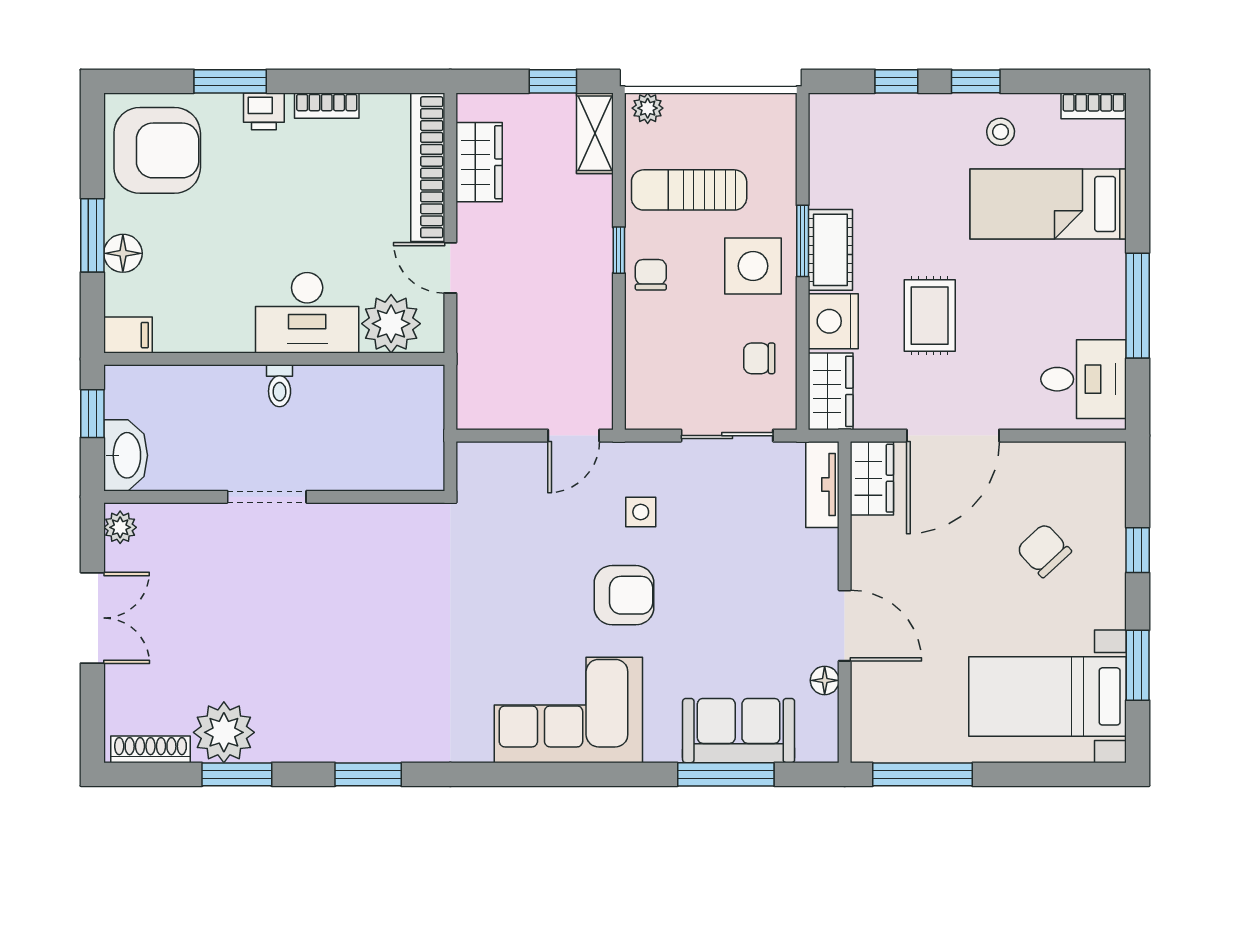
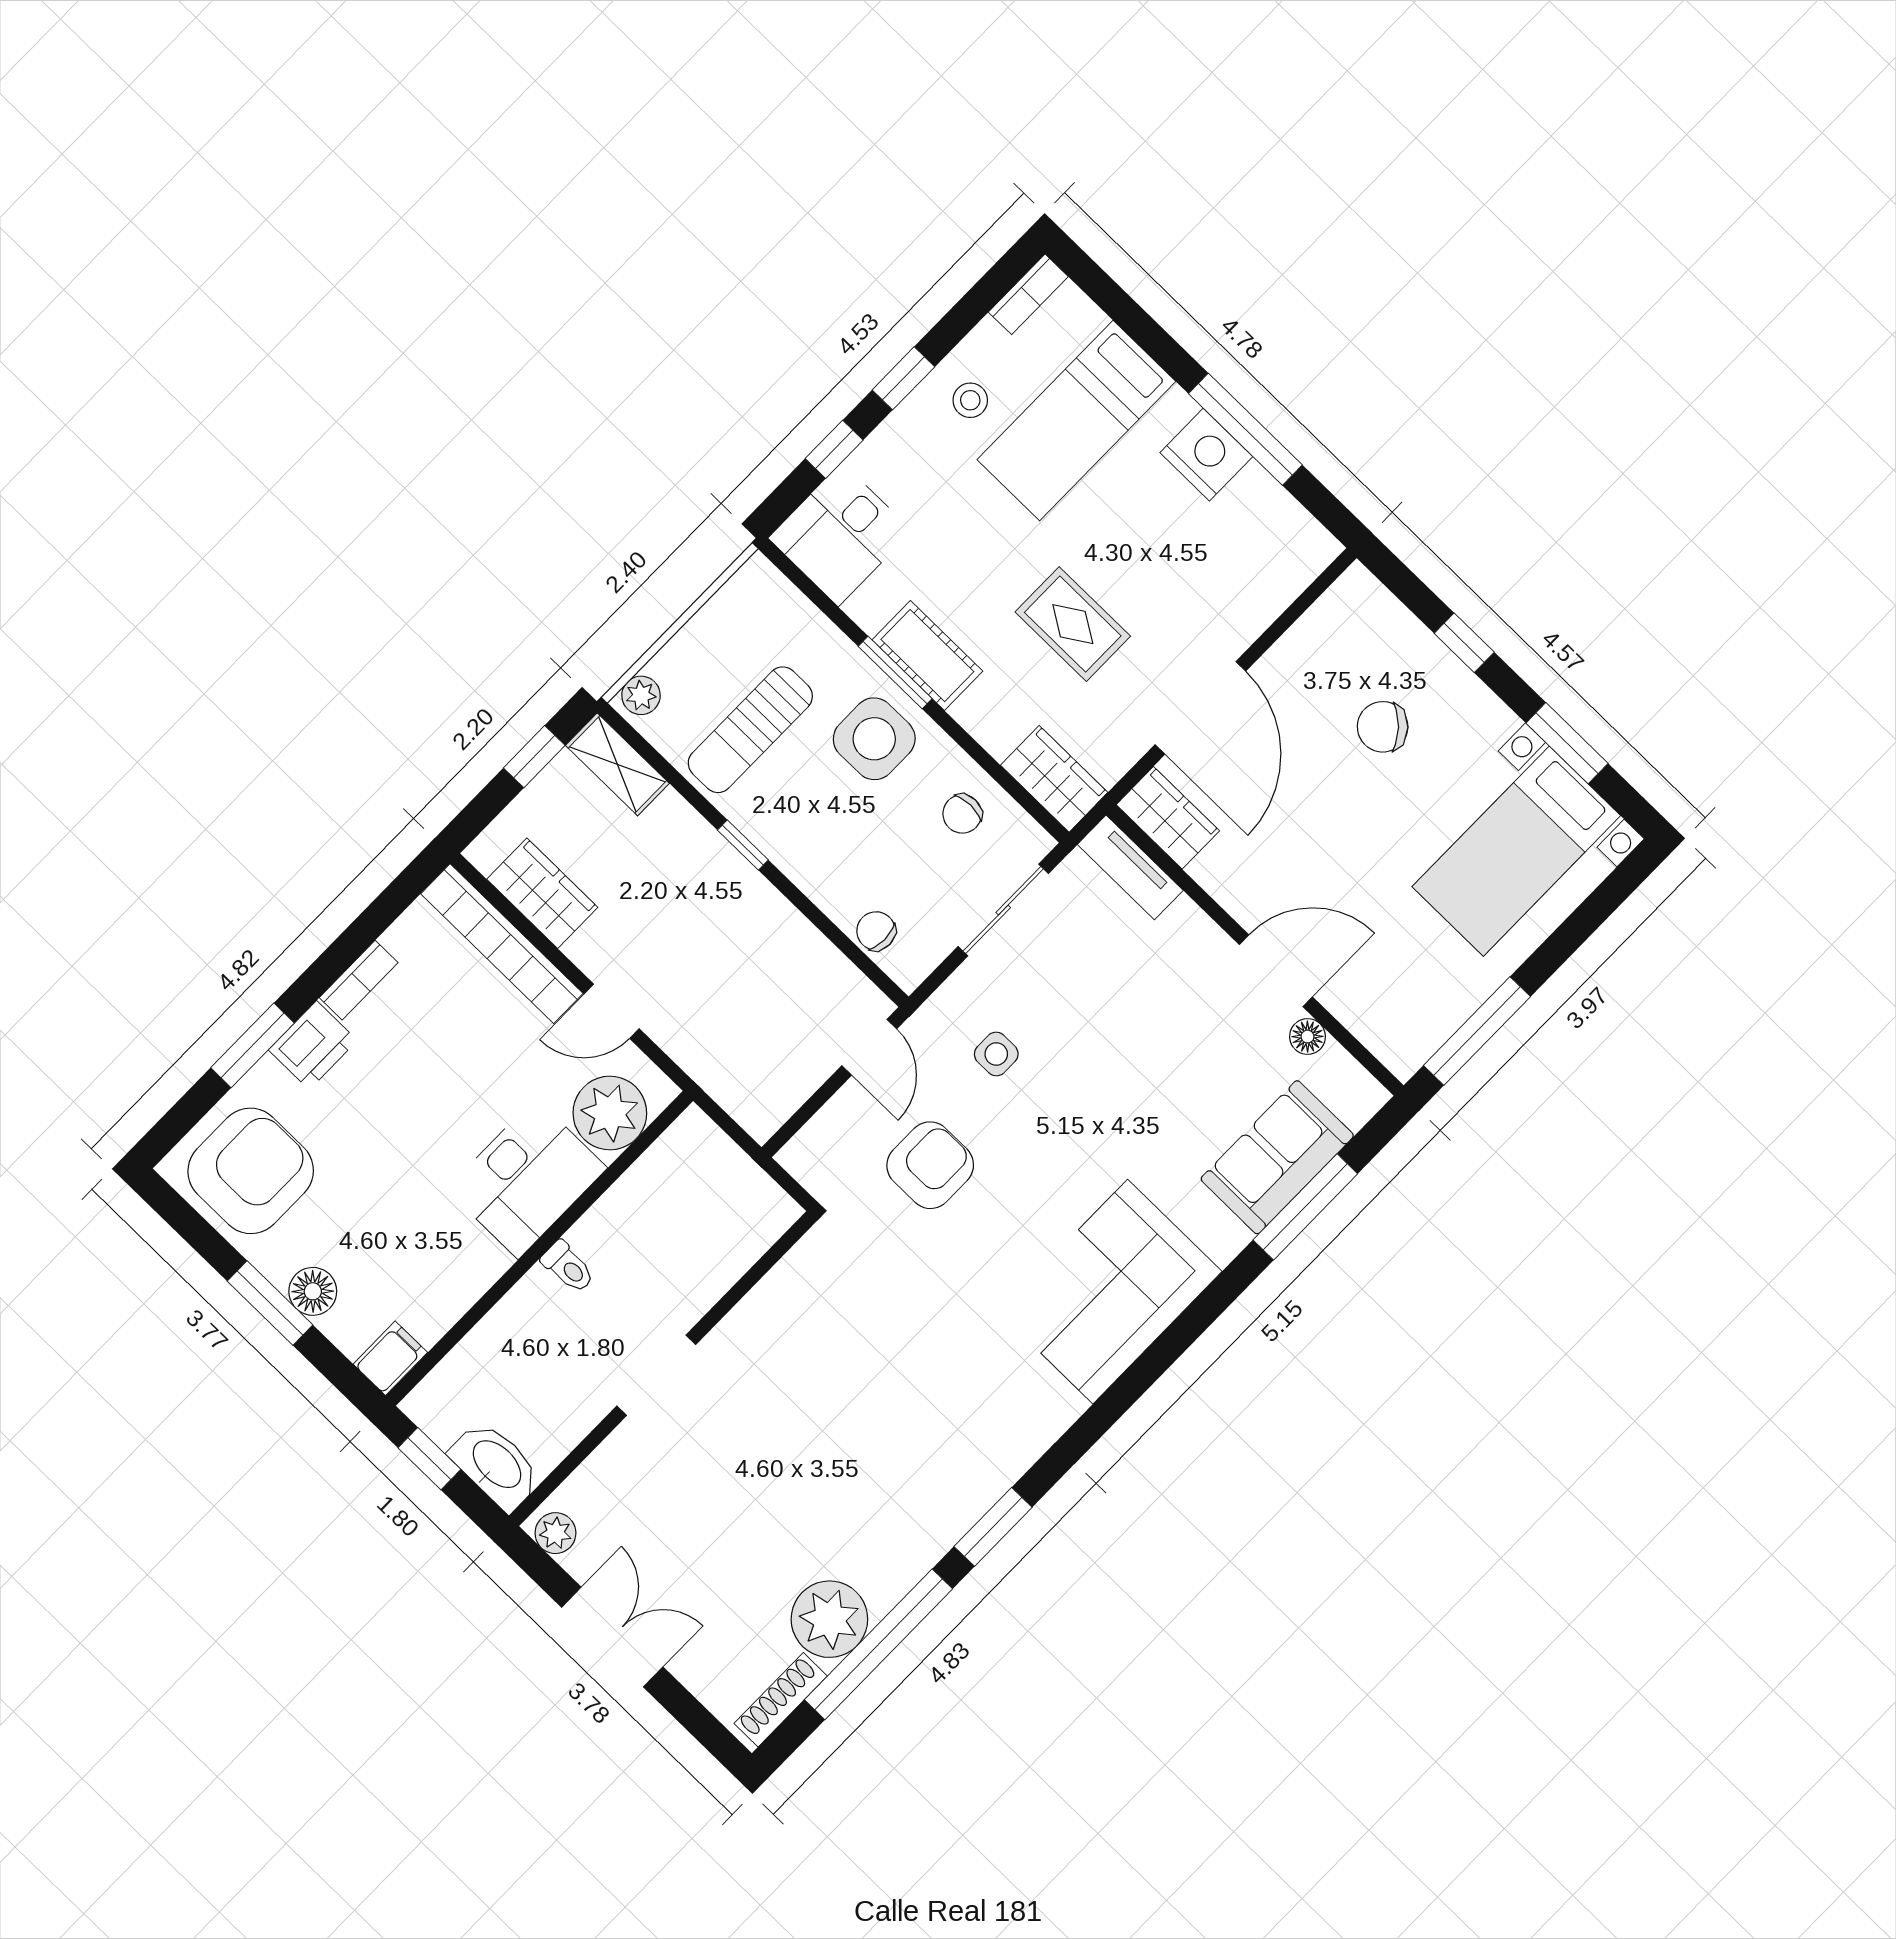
printer: (264, 111) -> (313, 1045), width x1.36, depth x1.24
chair: (651, 275) -> (876, 931), moved
nightstand: (833, 321) -> (1206, 455), moved, turned 180
desk: (1084, 379) -> (840, 535), moved, turned 180
armchair: (624, 595) -> (930, 1165), moved
window: (237, 774) -> (878, 1644), width x2.11

